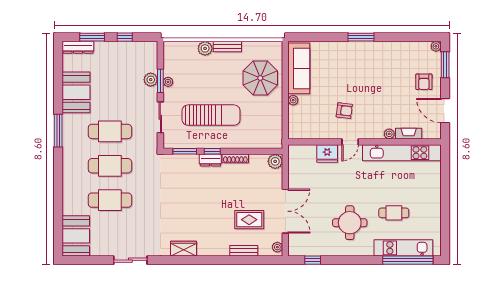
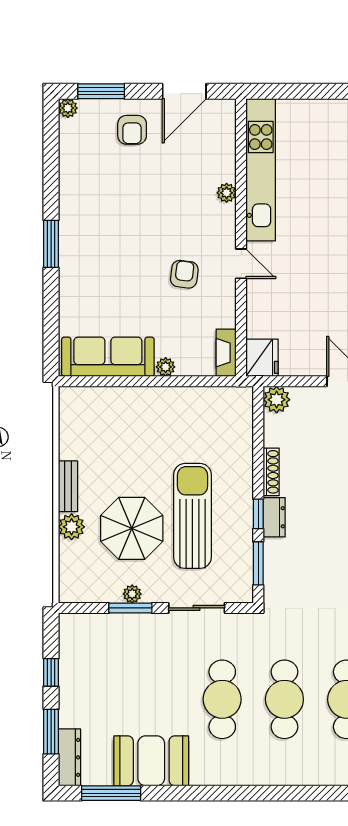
parasol: (260, 78) -> (132, 528), moved
plant: (151, 80) -> (128, 625), removed
armchair: (424, 82) -> (132, 130), turned 90
window: (58, 131) -> (111, 793), moved
fireplace: (409, 134) -> (226, 353), moved
fridge: (327, 153) -> (262, 358), moved

